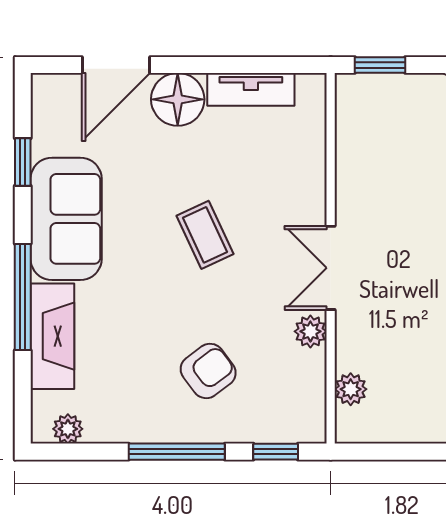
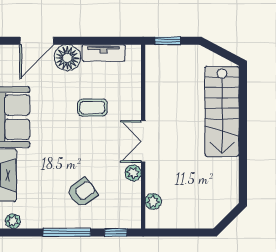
coffee table: (205, 235) -> (92, 108), moved, turned -65

